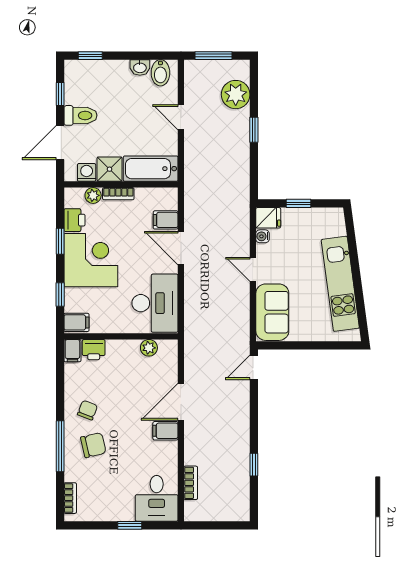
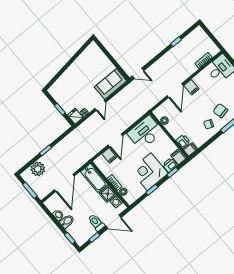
bidet: (160, 73) -> (67, 221), moved
door: (181, 117) -> (64, 183), width x1.88
printer: (74, 220) -> (170, 165), moved
kitchen unit: (340, 284) -> (78, 67), removed
door: (181, 402) -> (175, 91), hinge flipped

